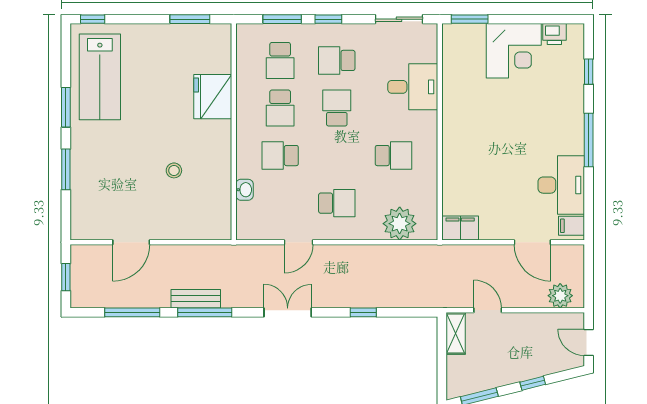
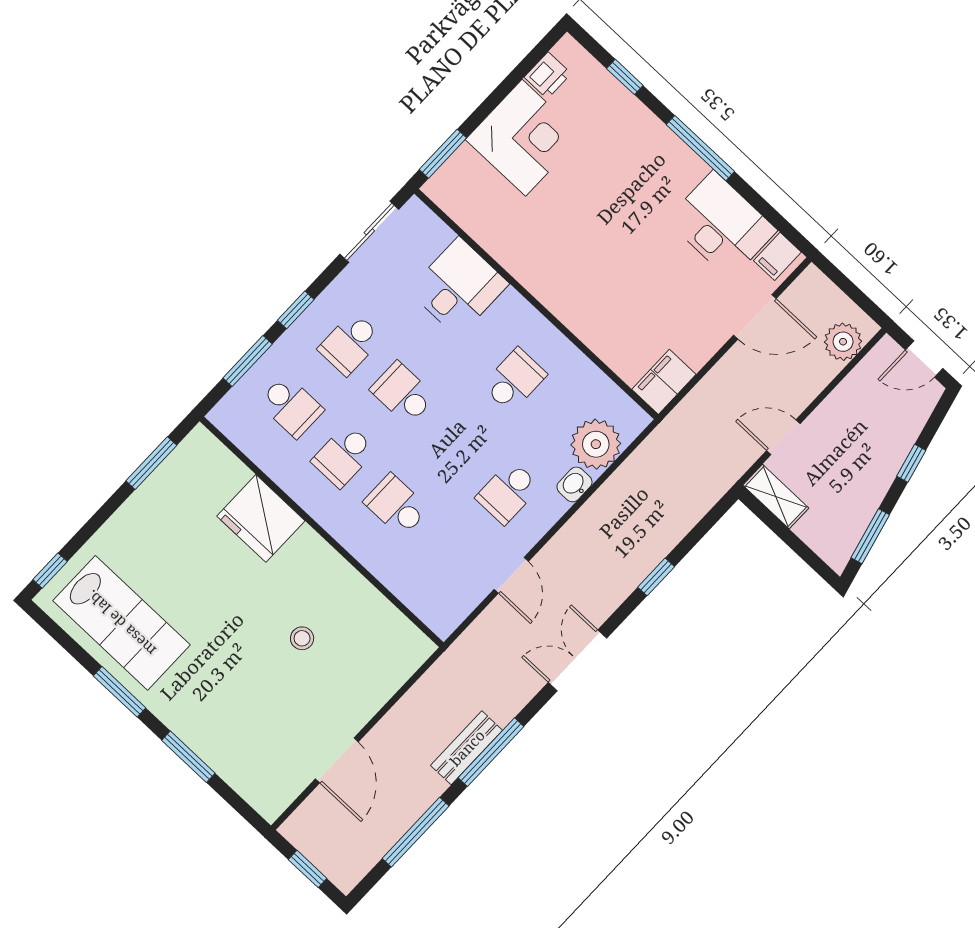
school desk: (280, 108) -> (344, 456), turned 90
school desk: (280, 156) -> (396, 505), turned 90
washbasin: (244, 190) -> (574, 484), moved, turned -90
school desk: (337, 203) -> (508, 492), turned 180

